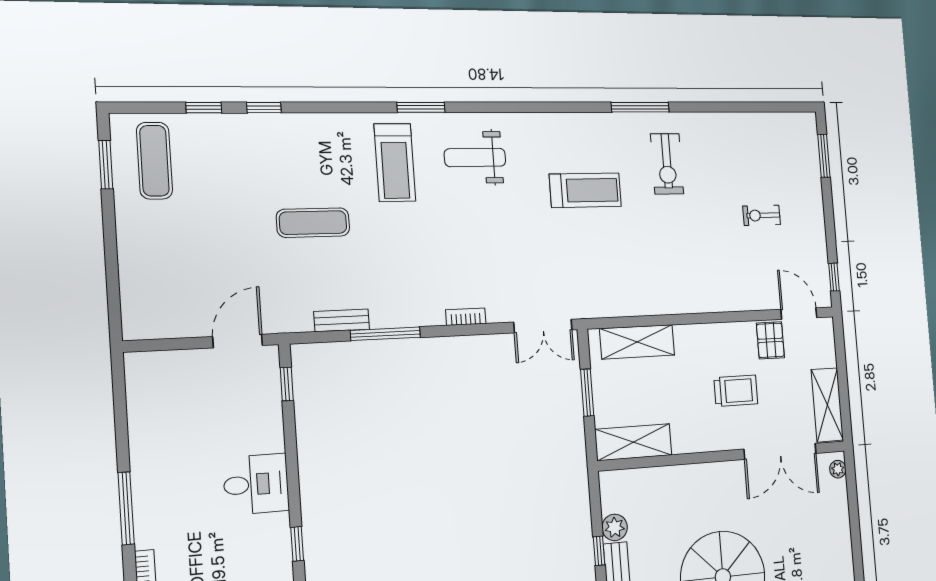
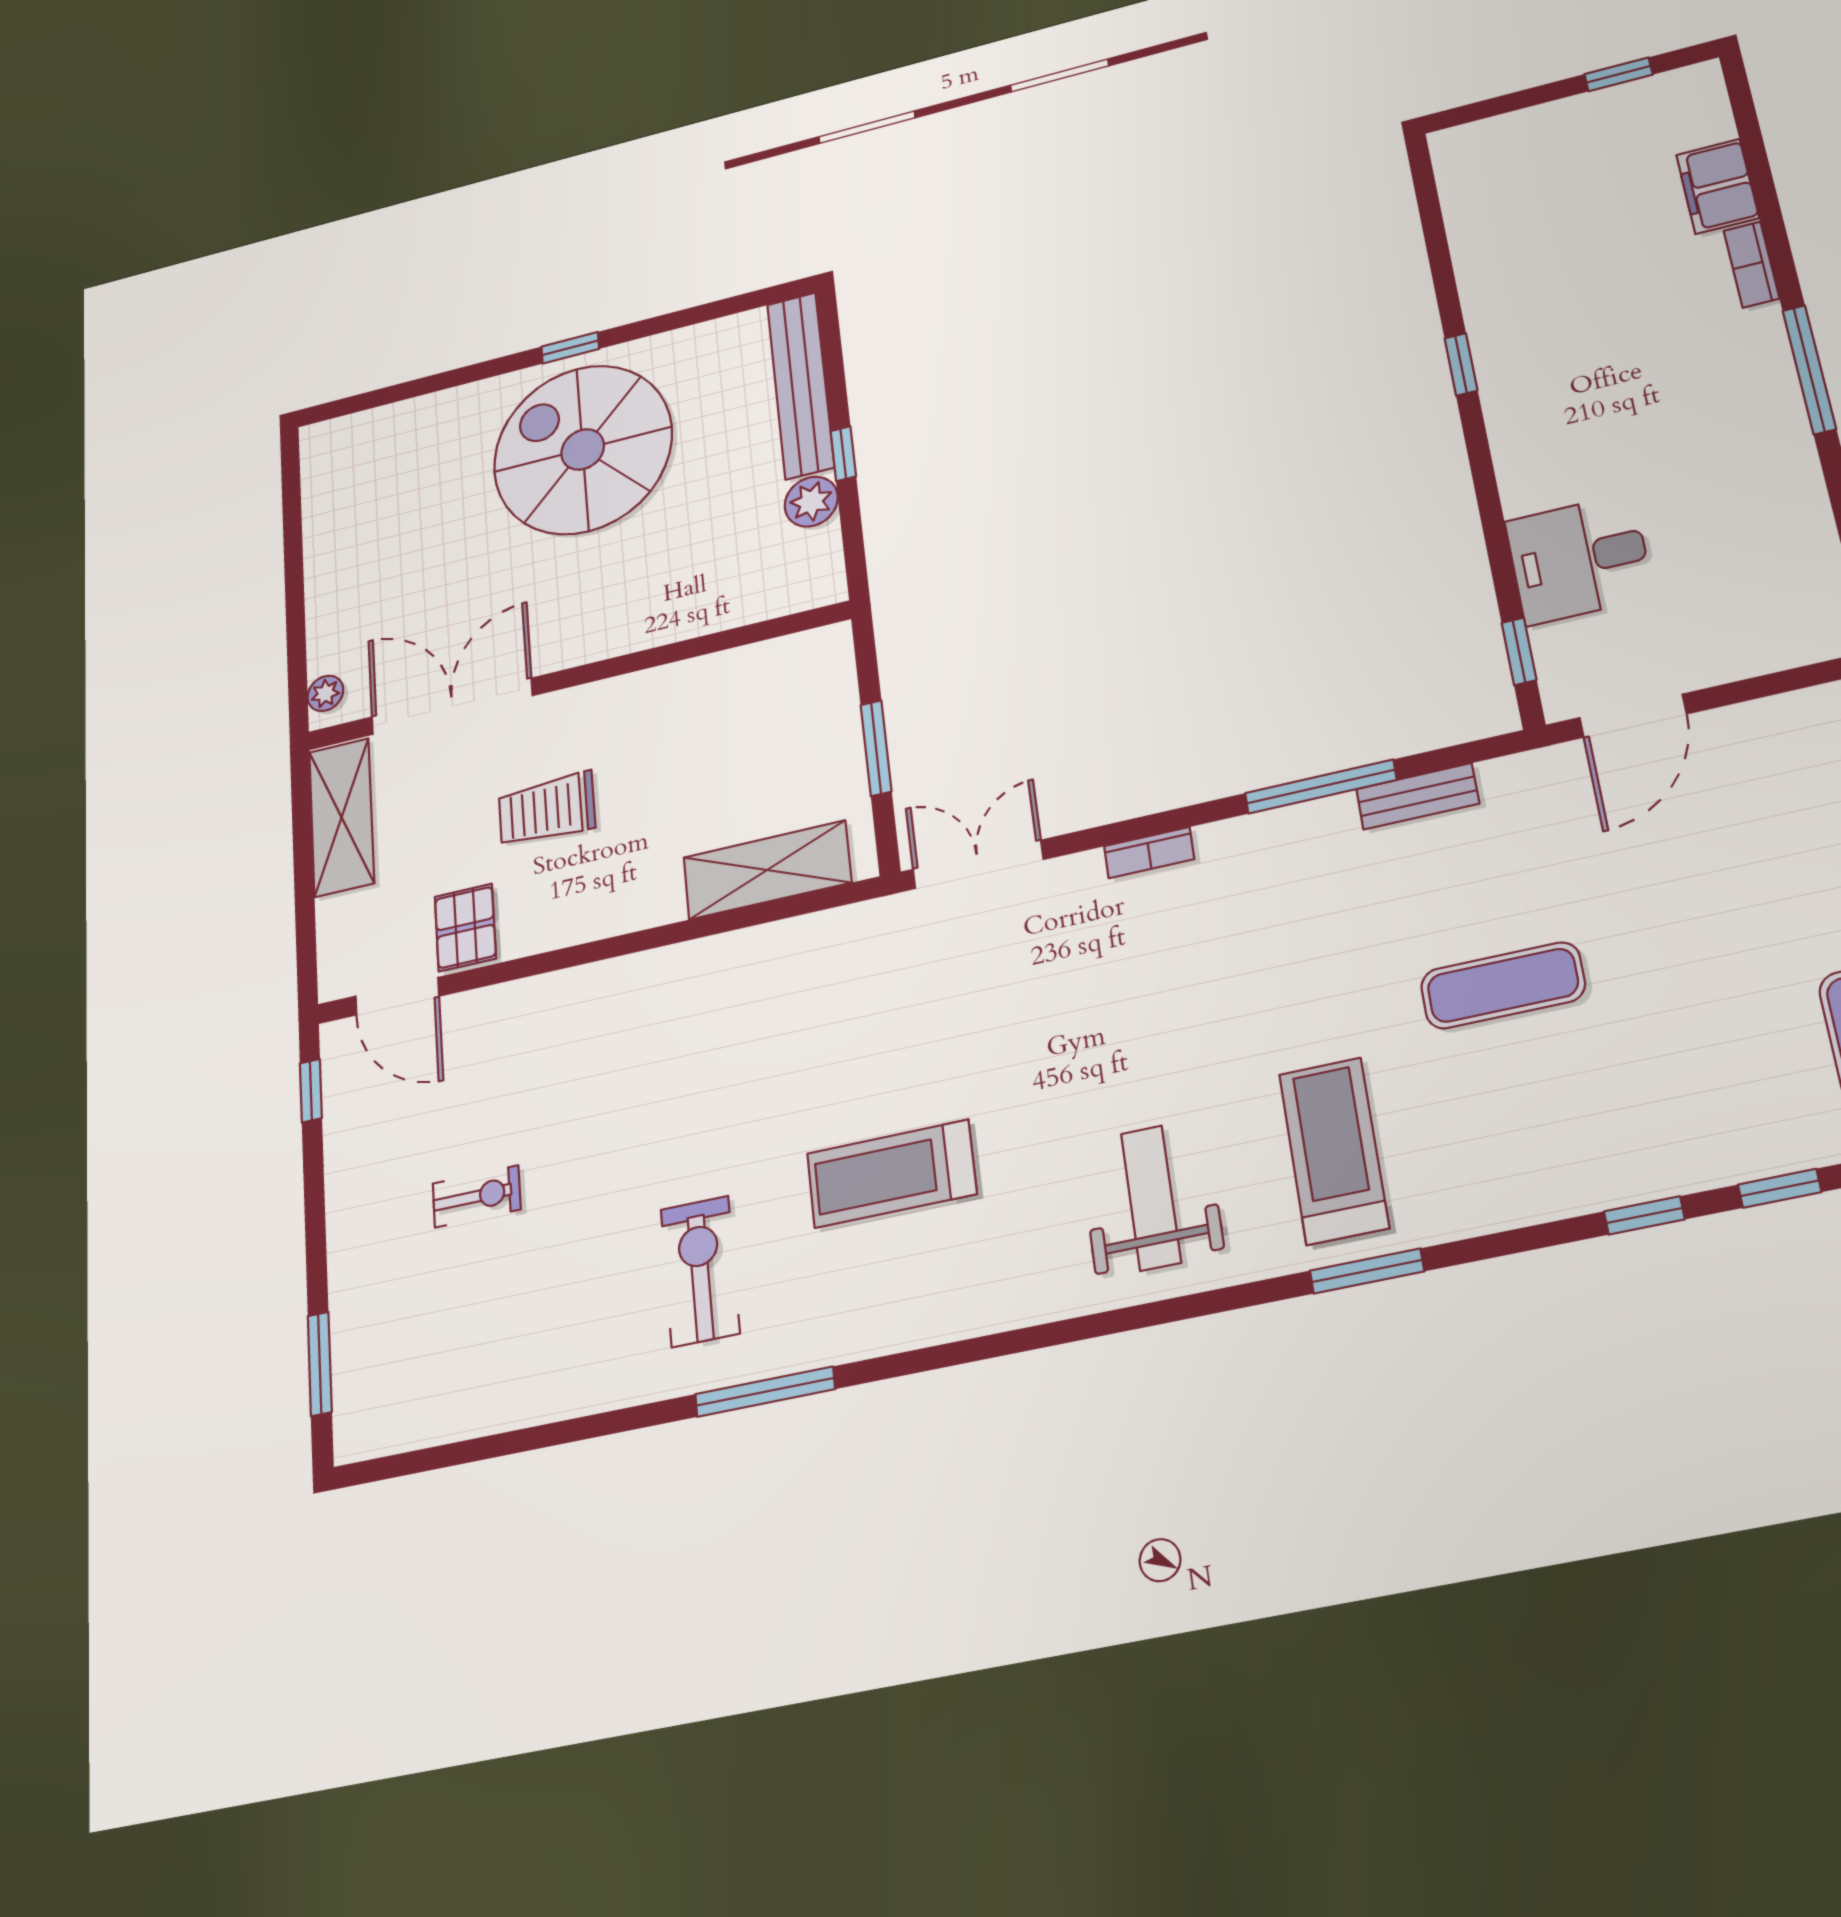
window: (421, 107) -> (1367, 1271), moved
weight bench: (475, 157) -> (1151, 1198), turned -90
shelving: (633, 442) -> (773, 669), removed
desk: (256, 484) -> (1579, 559), moved

